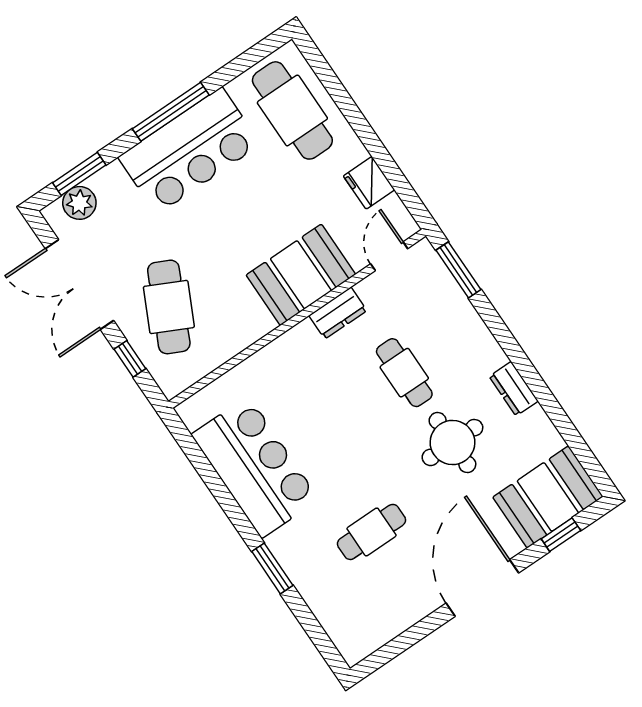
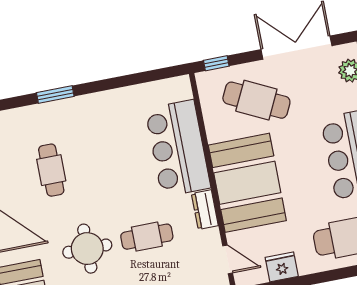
booth: (301, 275) -> (247, 183), width x1.36, depth x1.42
window: (130, 359) -> (216, 63), moved
bar counter: (255, 467) -> (178, 148), moved, turned 90

